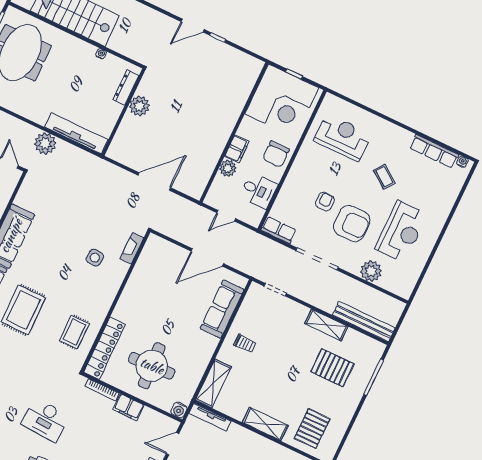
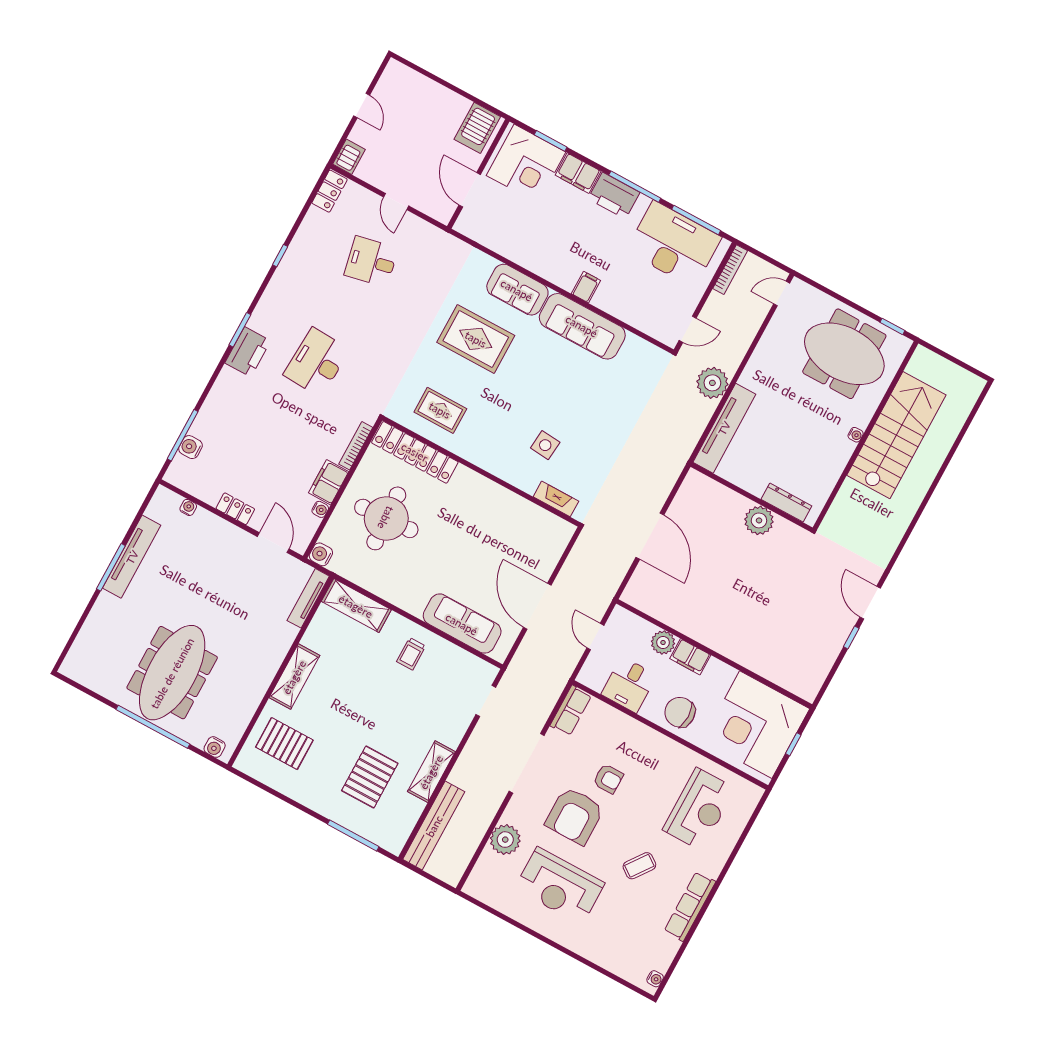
water cooler: (101, 54) -> (856, 435), moved
row of seats: (434, 151) -> (690, 906), moved
water cooler: (148, 412) -> (320, 509), added

